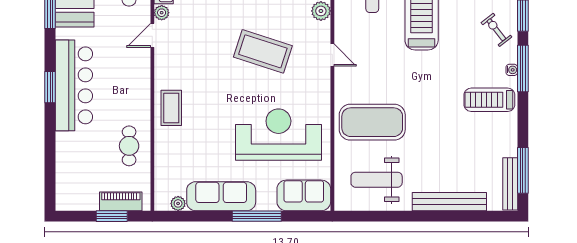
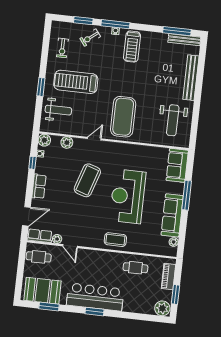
exercise mat: (372, 122) -> (123, 117), moved
reception desk: (278, 135) -> (128, 196), moved
plant: (68, 197) -> (162, 308), added
window: (112, 216) -> (175, 295), moved

